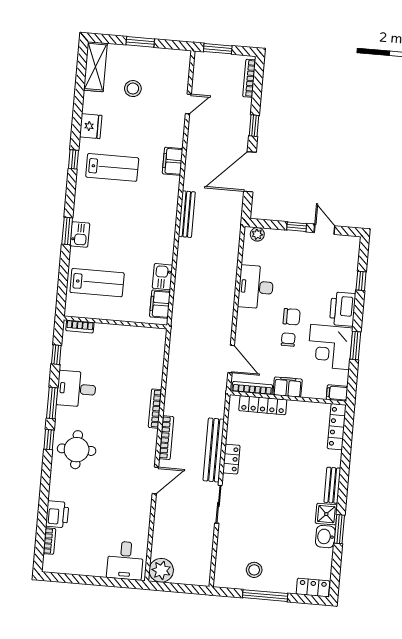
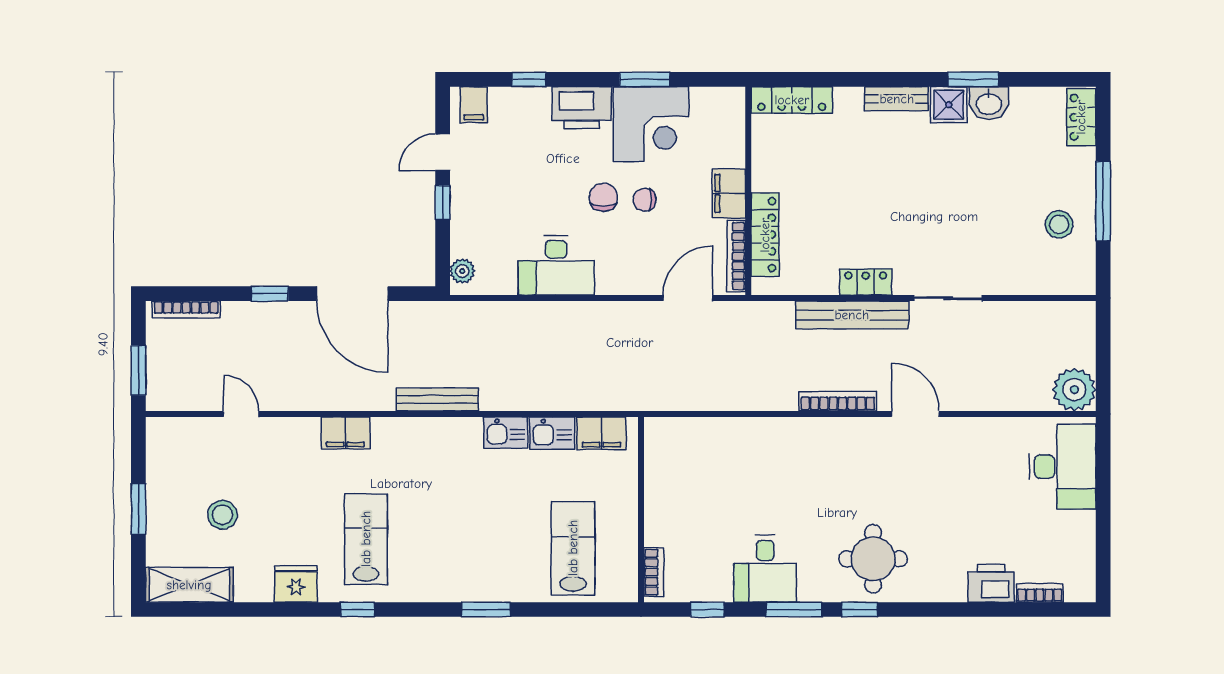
kitchen sink: (80, 234) -> (506, 433), moved, turned 180
filing cabinet: (337, 393) -> (474, 105), moved
bookcase: (155, 409) -> (788, 426), removed
desk: (125, 560) -> (1063, 467), width x1.37

